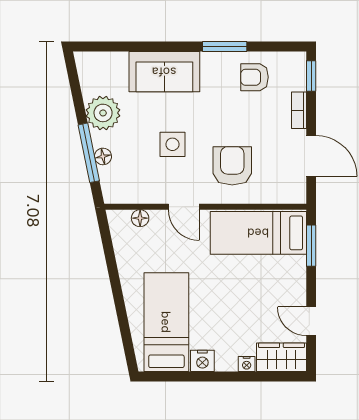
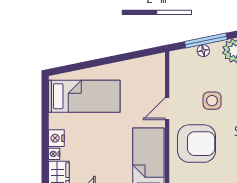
armchair: (232, 166) -> (197, 144), width x1.36, depth x1.36
floor lamp: (140, 218) -> (159, 77), removed
nightstand: (202, 361) -> (56, 138), moved

